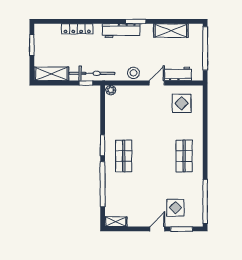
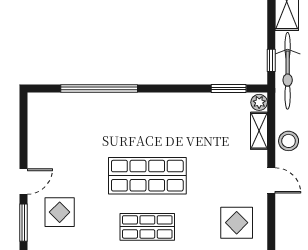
workbench: (178, 74) -> (287, 217), removed
window: (103, 145) -> (229, 89), moved
shop shelf: (124, 156) -> (147, 176), moved, width x1.43, depth x1.36
shelving: (116, 222) -> (259, 131), moved
door: (157, 229) -> (23, 181), hinge flipped

